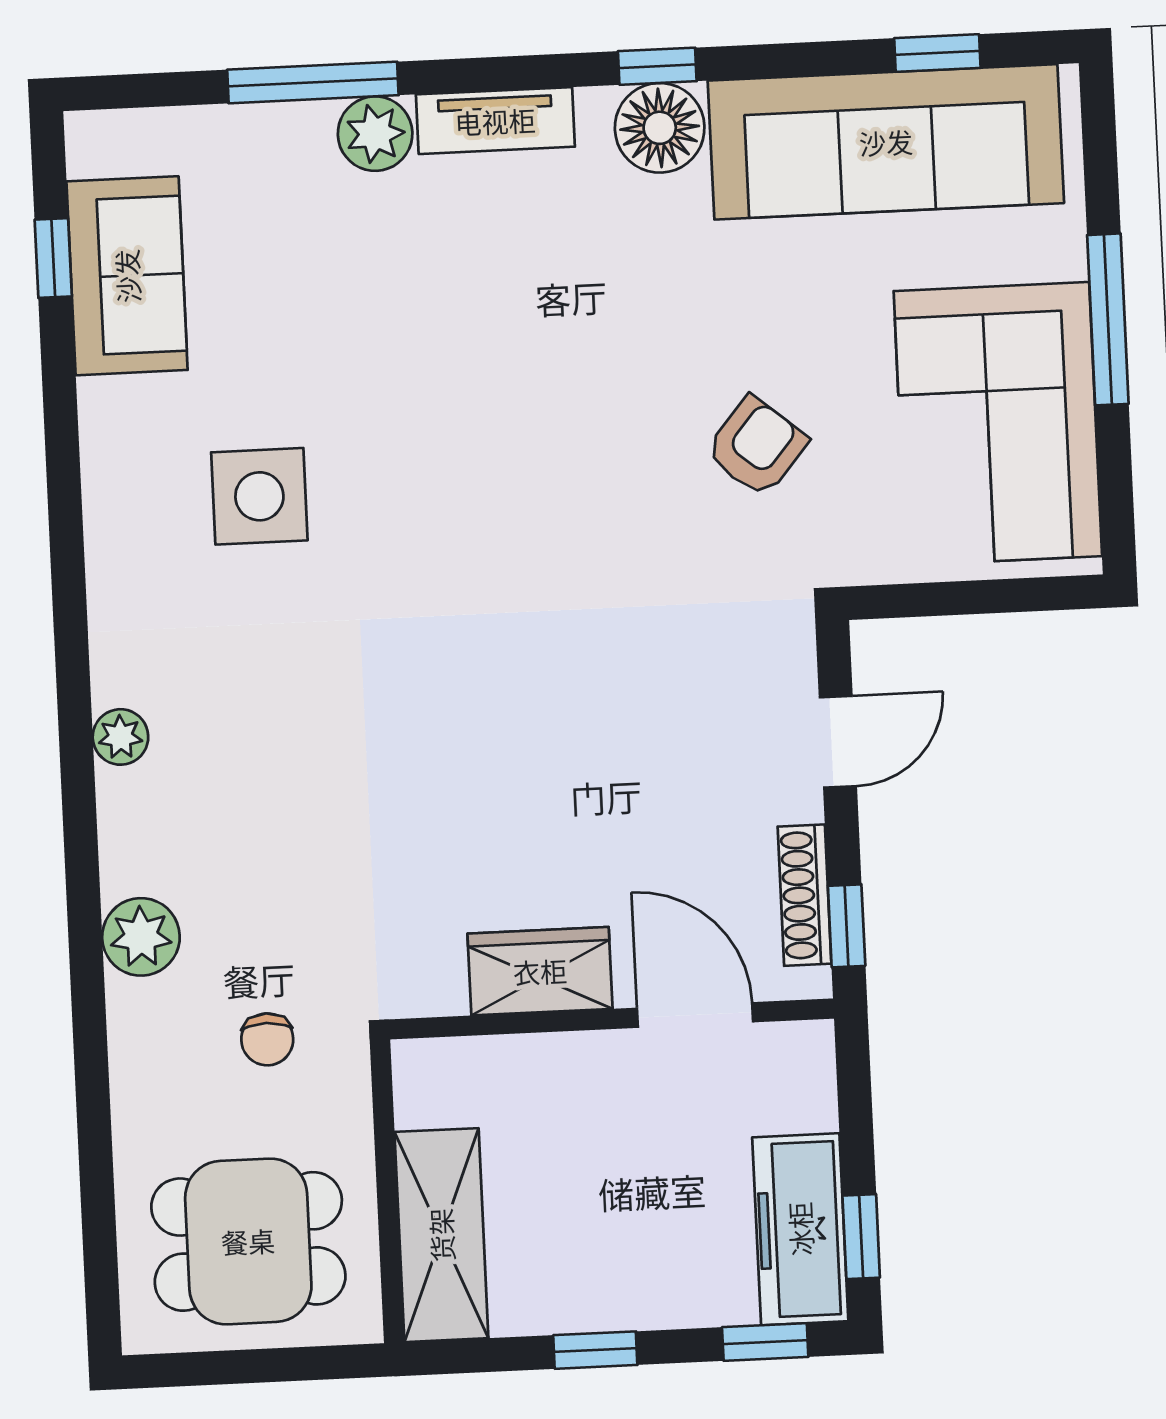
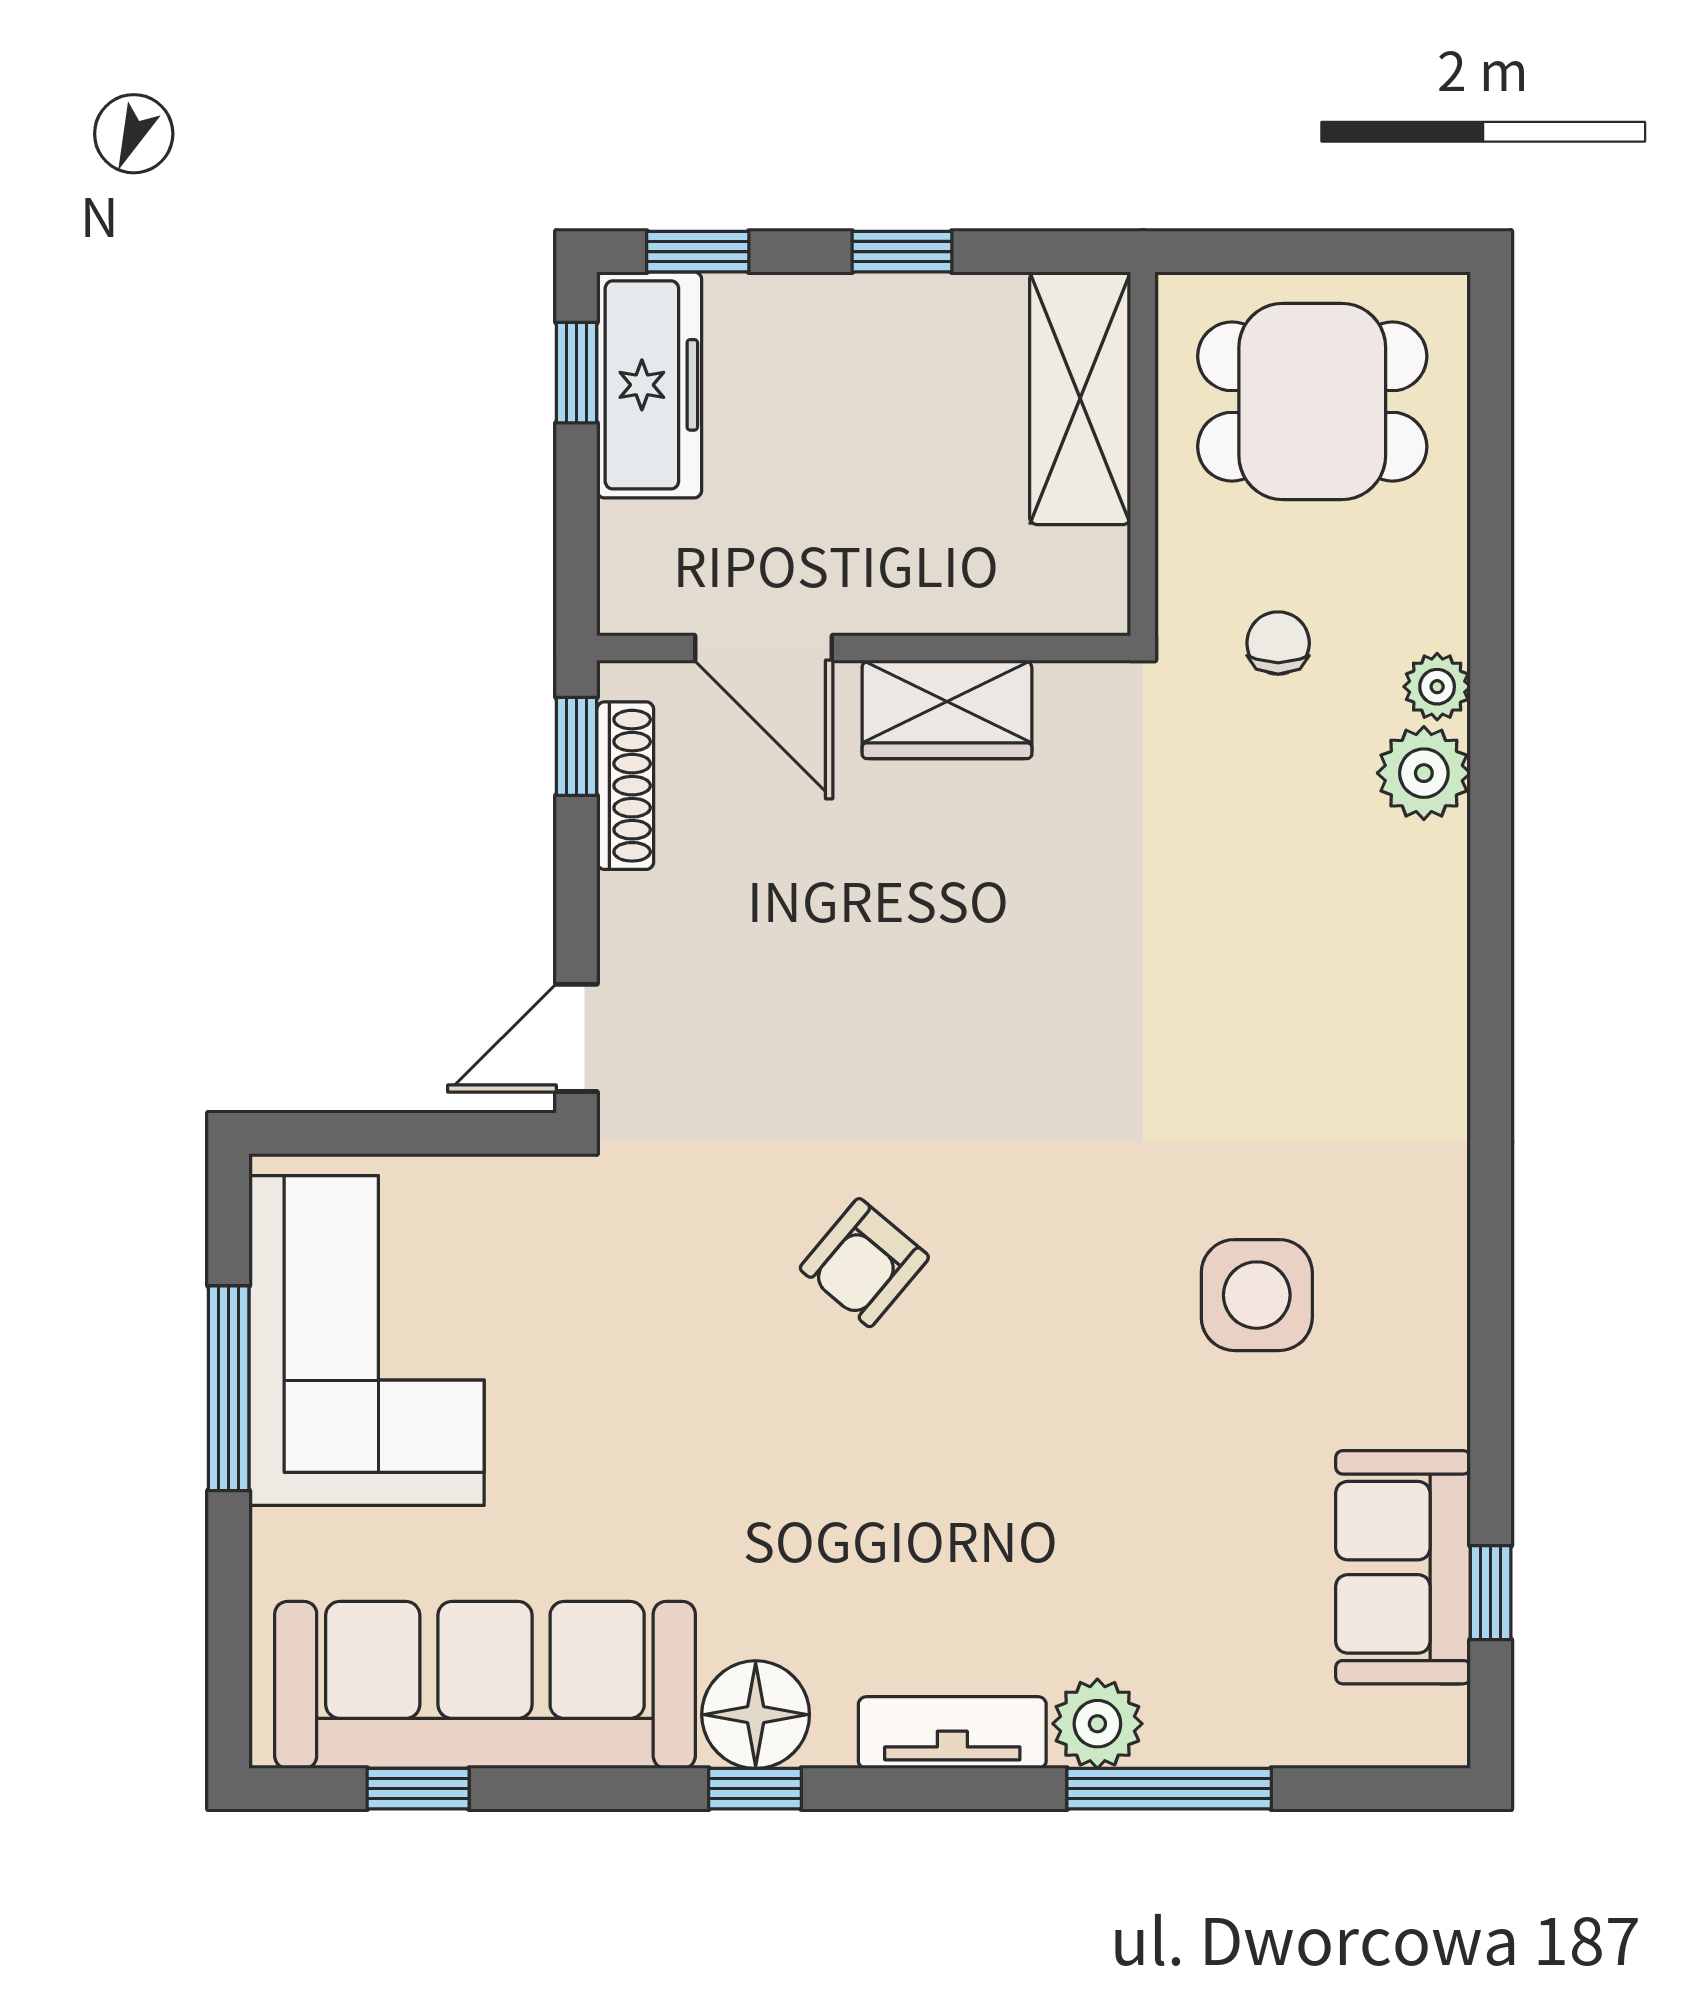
window: (1108, 319) -> (229, 1388), moved
armchair: (756, 447) -> (864, 1263), moved
plant: (120, 737) -> (1437, 687), moved
door: (838, 742) -> (577, 1038), moved

